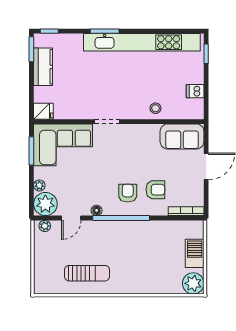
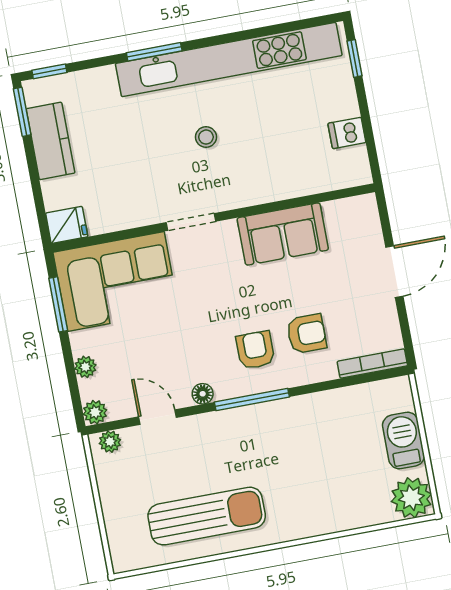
stool: (155, 108) -> (206, 137), moved
sofa: (182, 136) -> (283, 234), moved
plant: (45, 204) -> (95, 412), width x0.53, depth x0.53
door: (71, 218) -> (158, 417), swing flipped
window: (121, 218) -> (252, 399), width x0.68
sun lounger: (87, 273) -> (207, 516), width x1.36, depth x1.34

